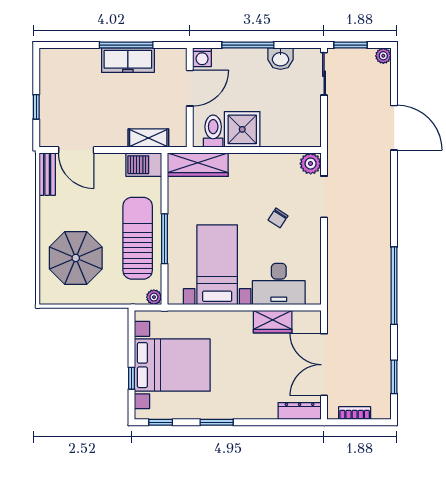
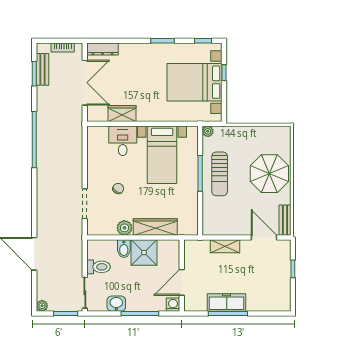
toilet: (213, 131) -> (99, 267), moved, turned -90
bidet: (270, 135) -> (124, 249), added
shelving: (148, 138) -> (225, 246), moved
plant: (311, 164) -> (124, 228), moved
barbecue: (144, 165) -> (215, 227), removed
wardrobe: (198, 165) -> (155, 227), moved
sun lounger: (138, 238) -> (220, 174), width x0.73, depth x0.75
parasol: (76, 258) -> (269, 174), moved
desk: (279, 284) -> (123, 141), width x0.73
bench: (383, 383) -> (42, 69), added

